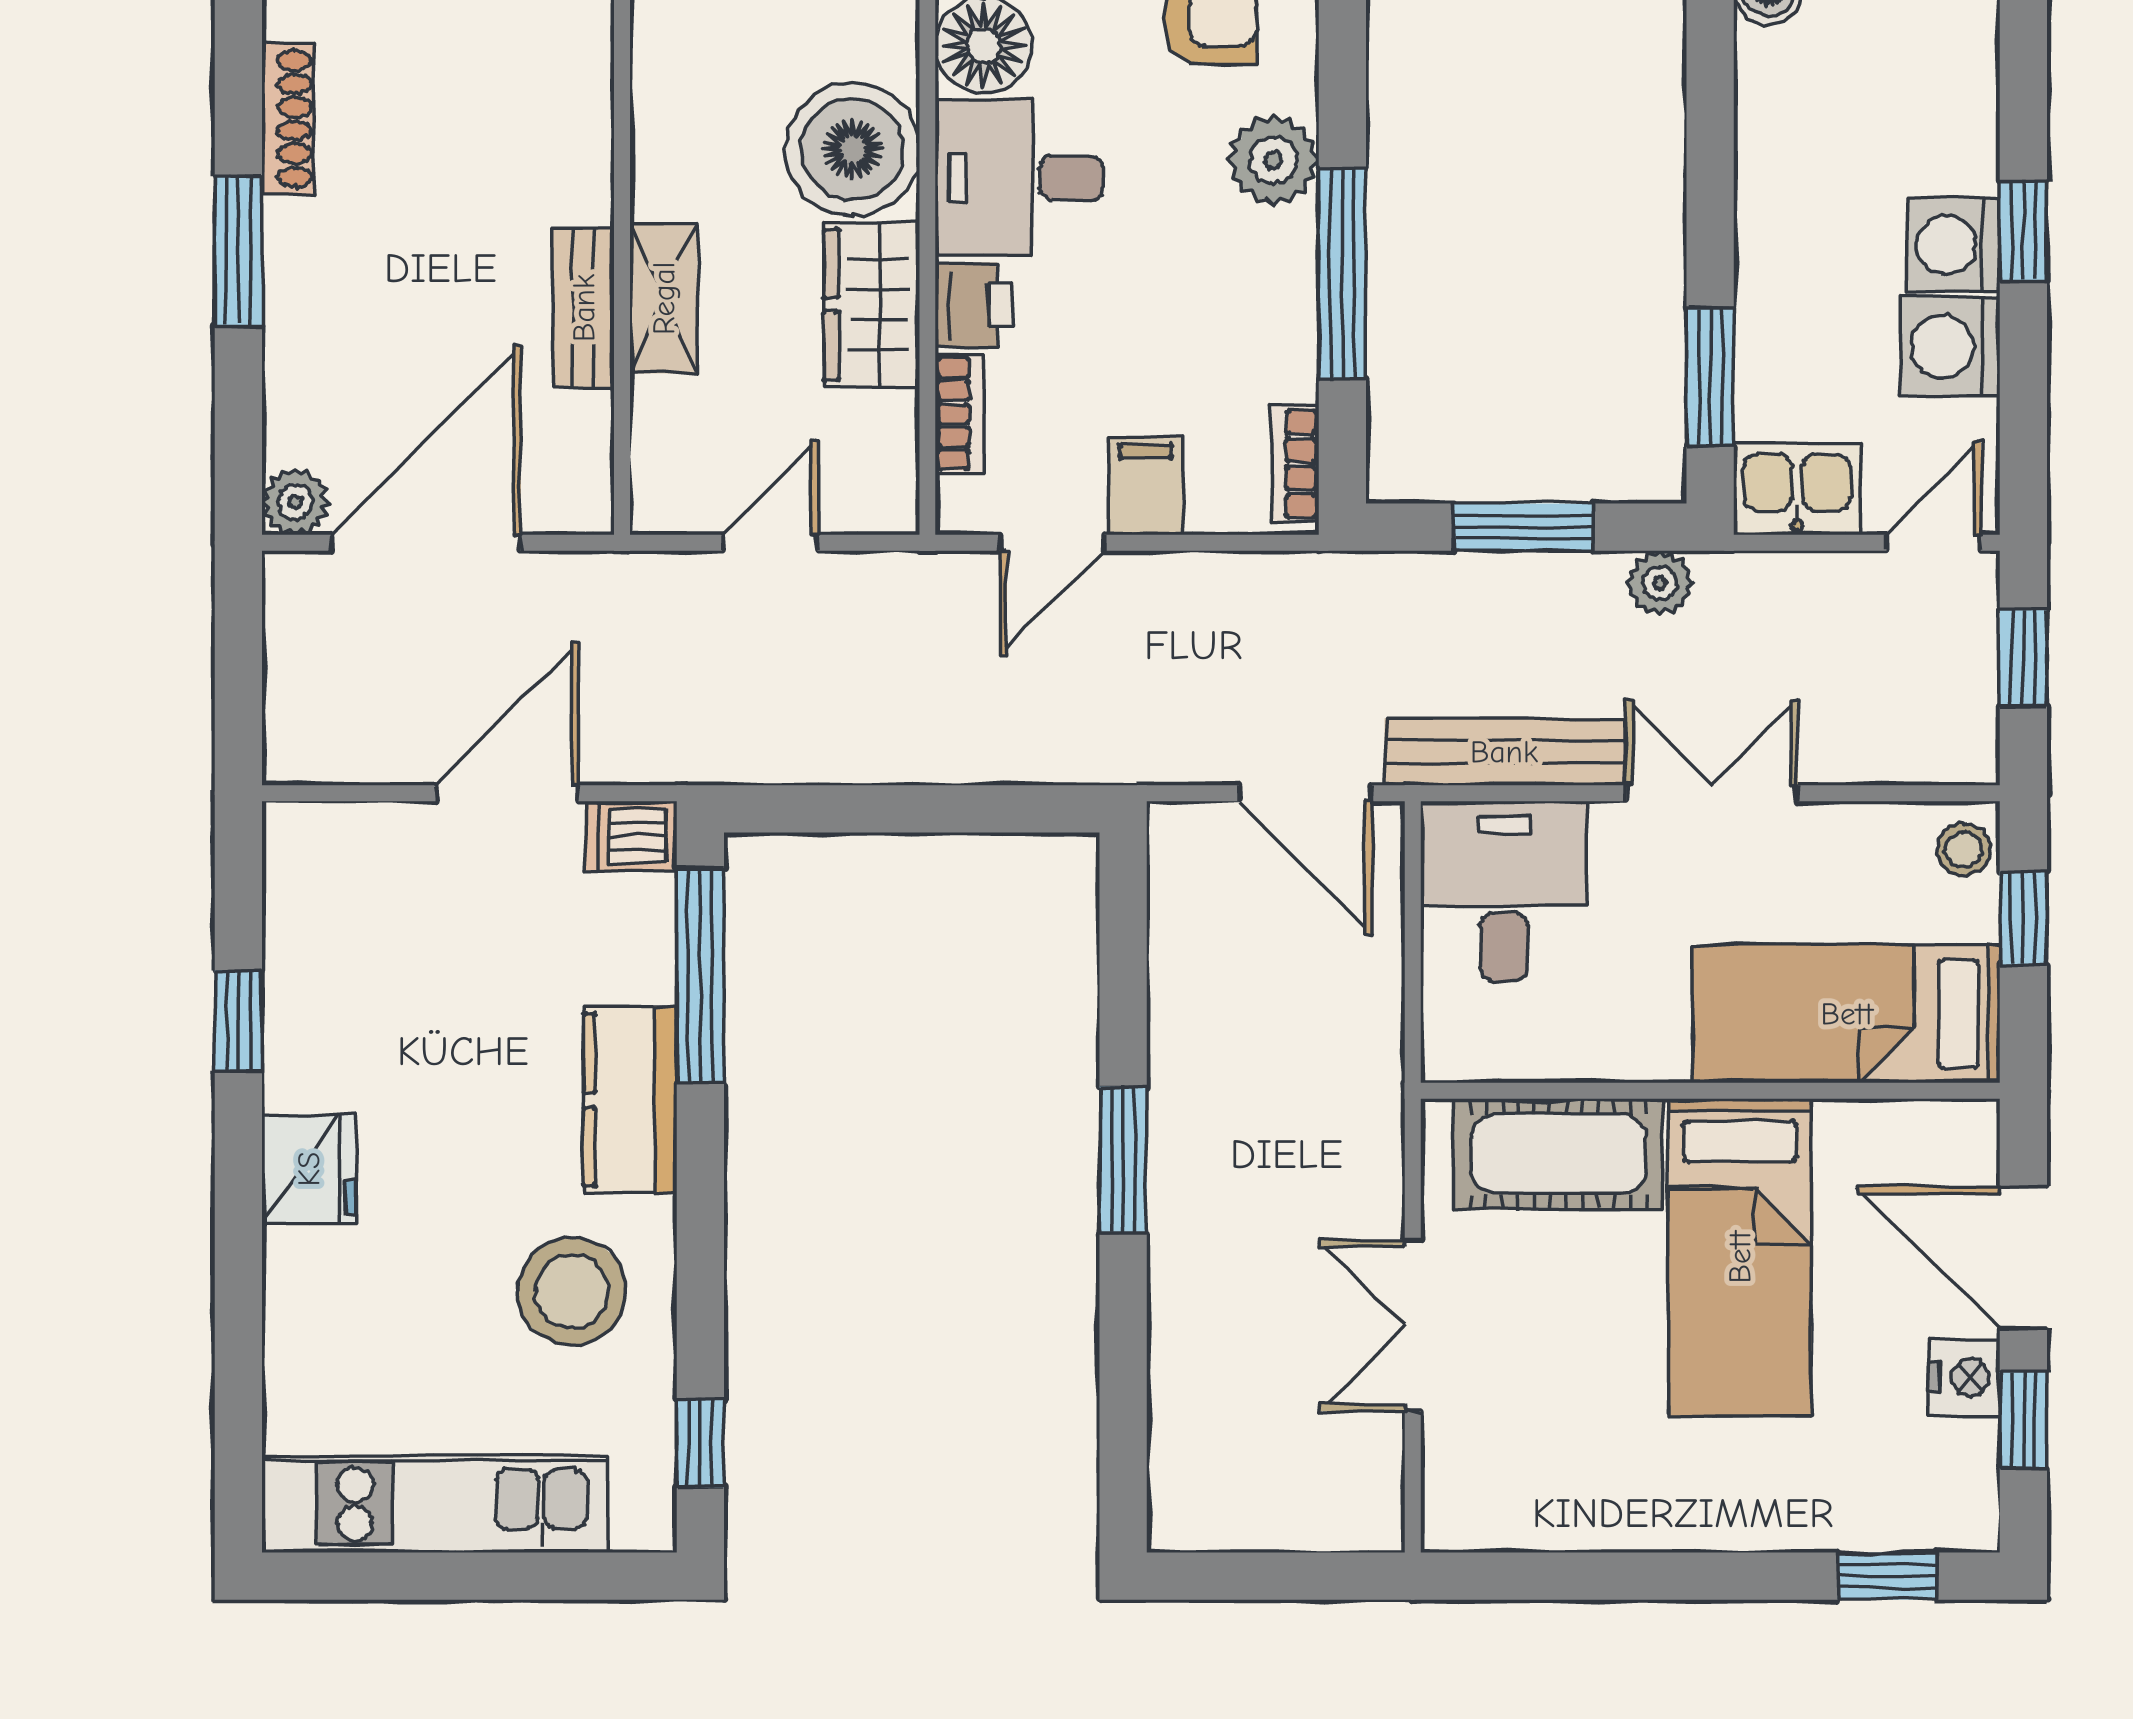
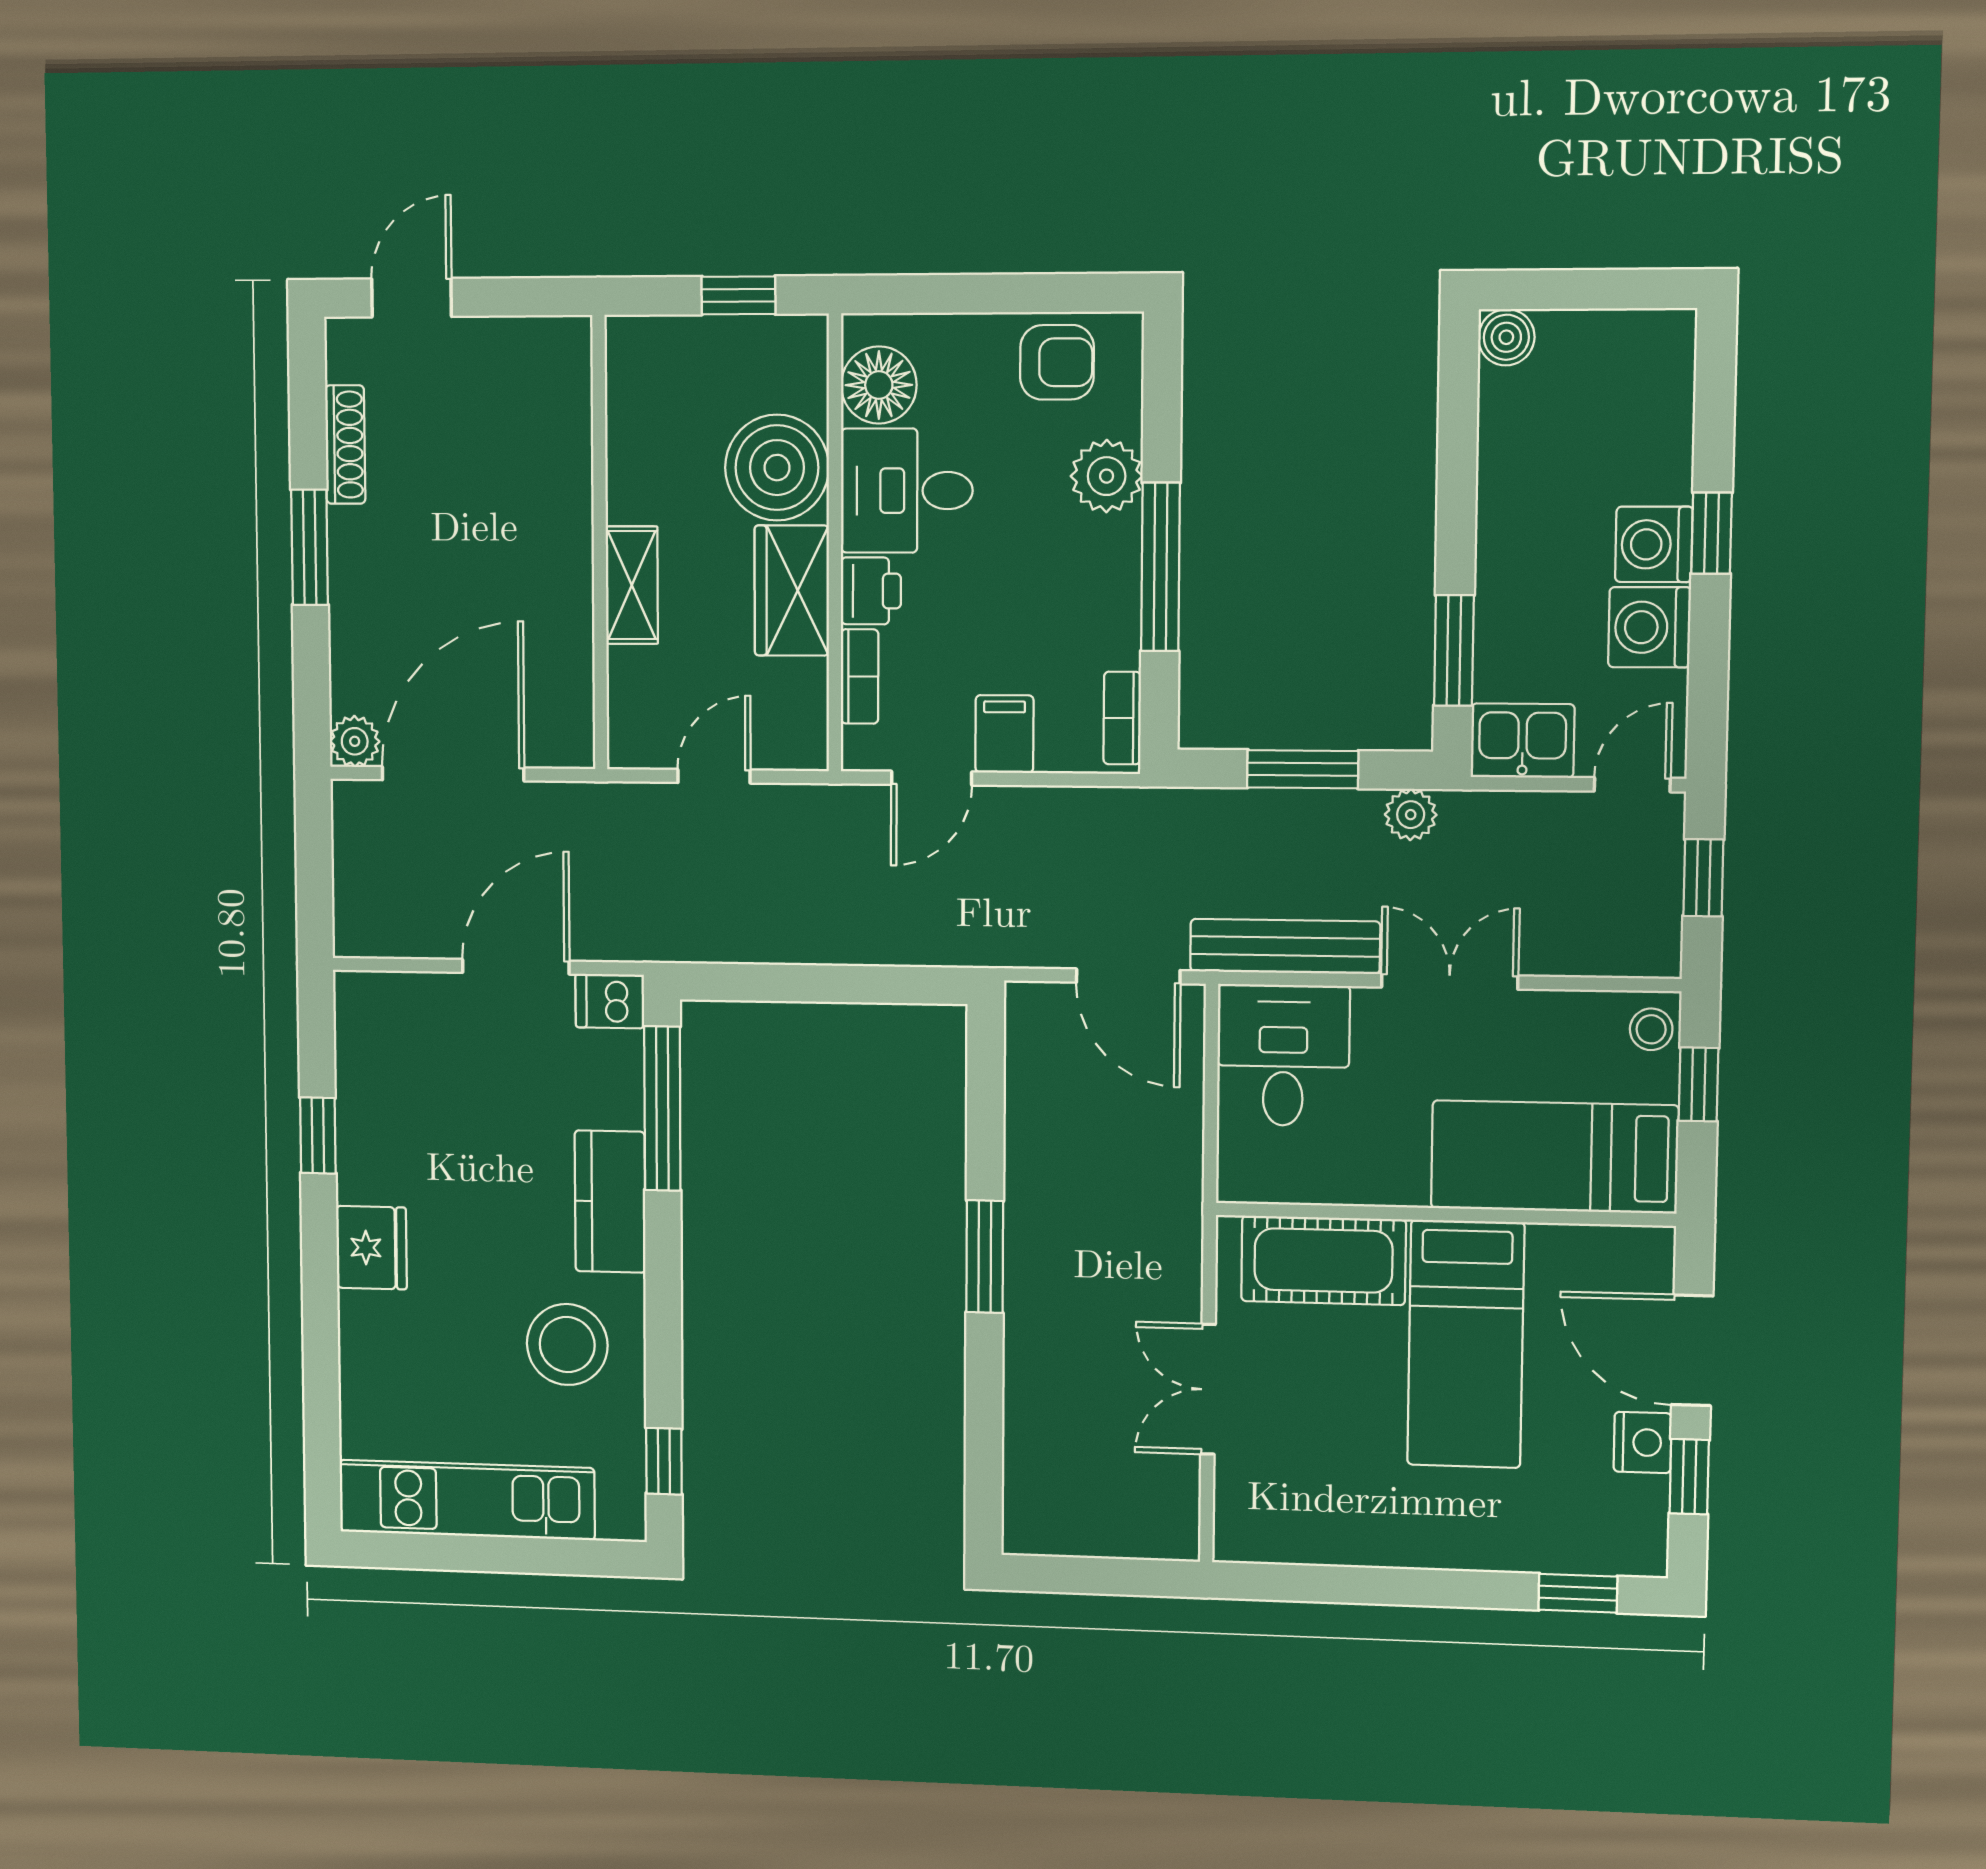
bench: (584, 308) -> (571, 592), removed

